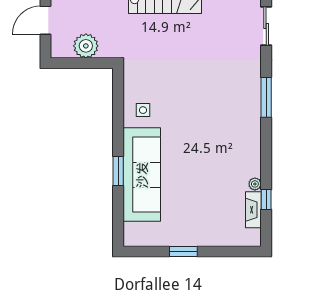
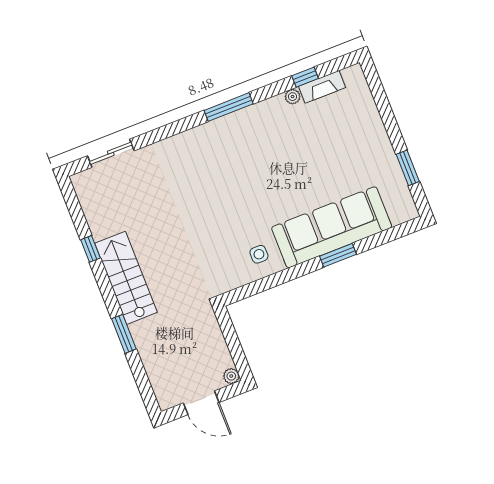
plant: (86, 46) -> (231, 376), moved, width x0.53, depth x0.53
window: (266, 97) -> (229, 107), moved
window: (183, 252) -> (408, 168), moved

